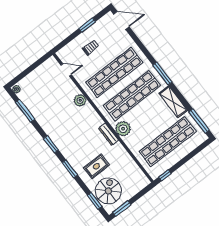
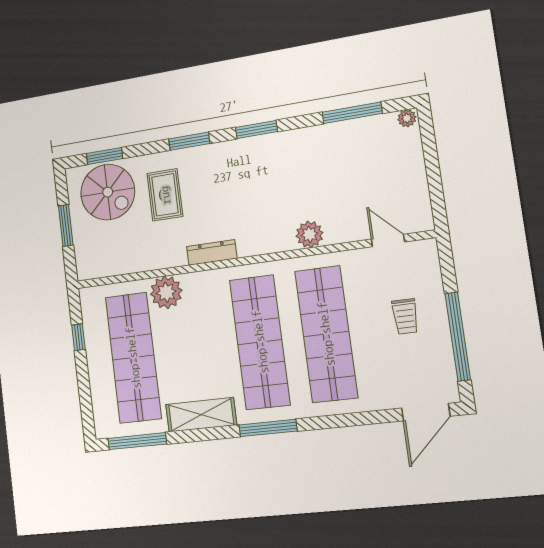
window: (87, 25) -> (458, 336), width x2.11
door: (66, 70) -> (388, 241), swing flipped
plant: (123, 129) -> (166, 292), moved
window: (165, 175) -> (78, 337), moved
window: (122, 209) -> (66, 225), moved

